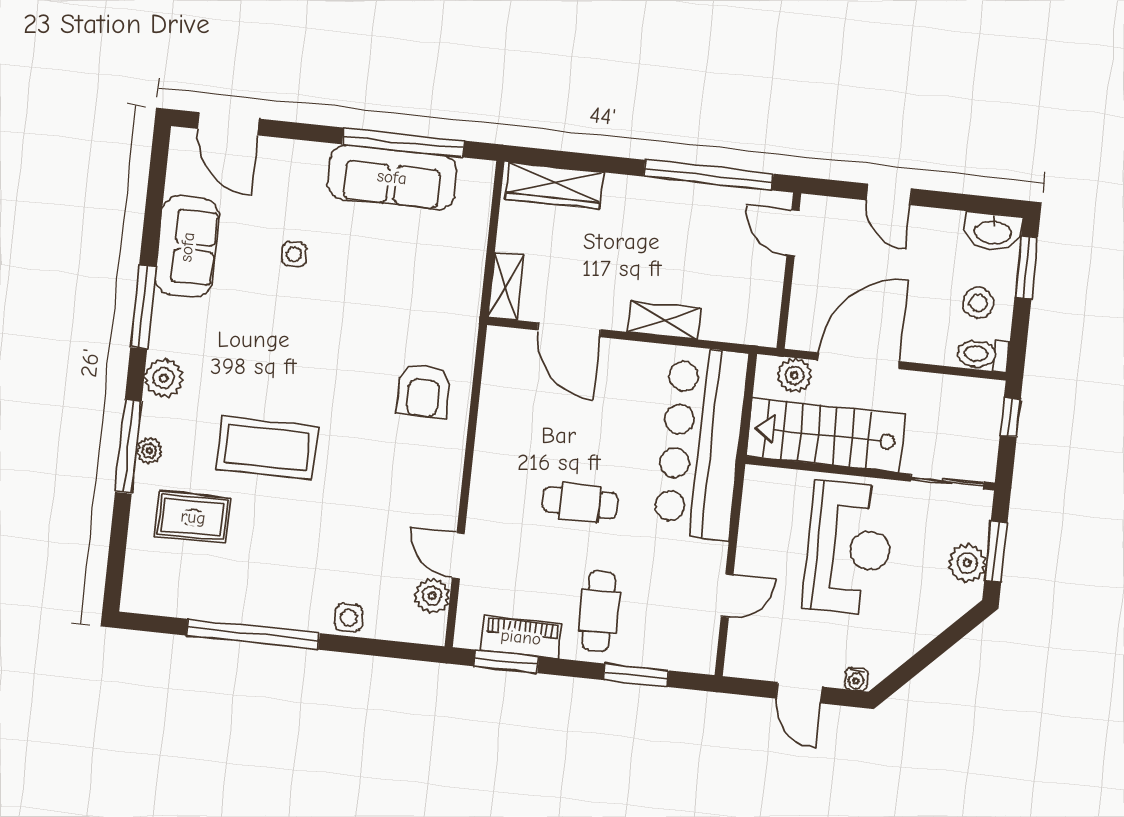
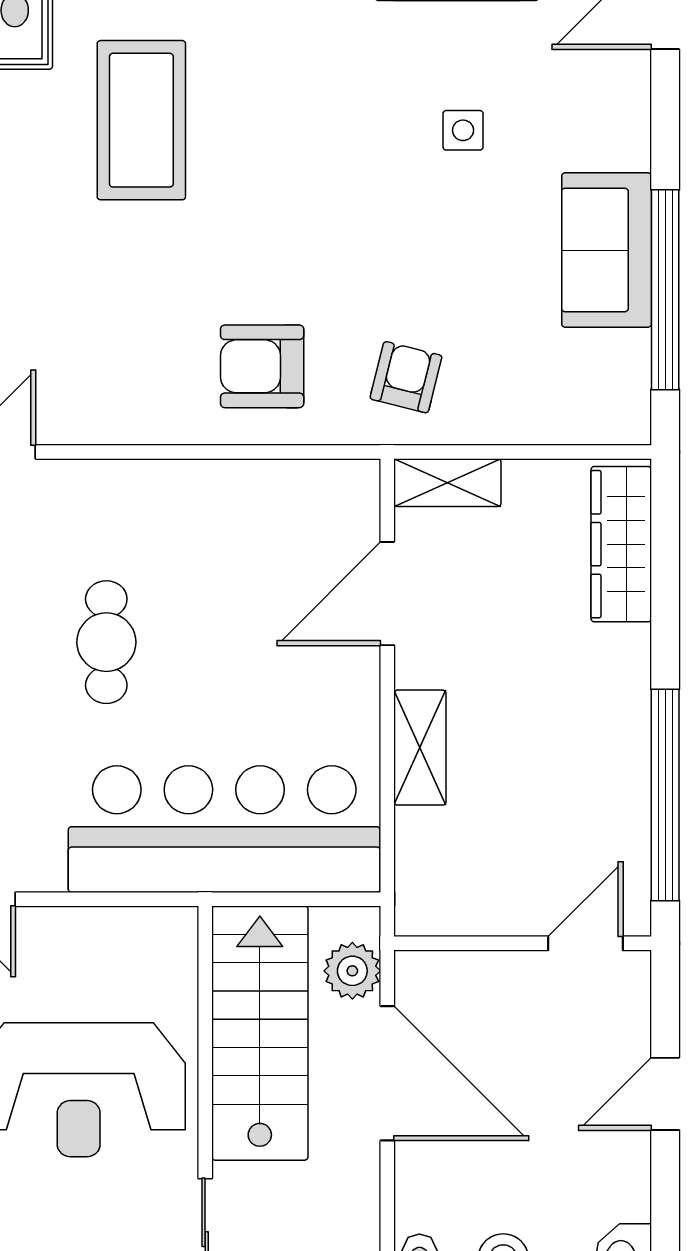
sofa: (392, 177) -> (607, 250), width x0.73
armchair: (439, 305) -> (406, 377), added

